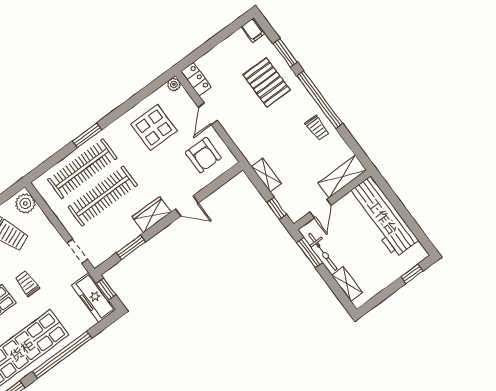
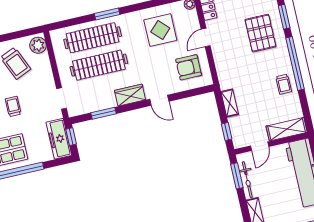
armchair: (203, 155) -> (189, 67), turned 90

